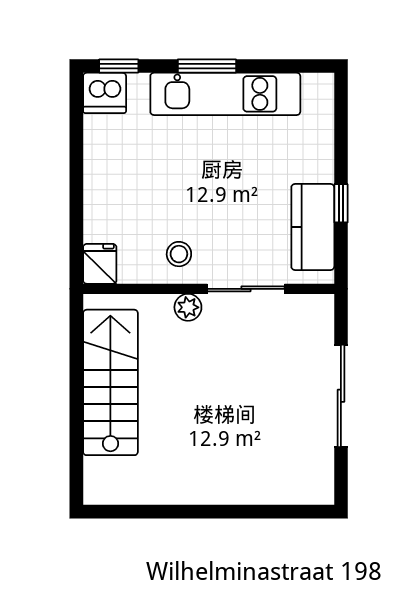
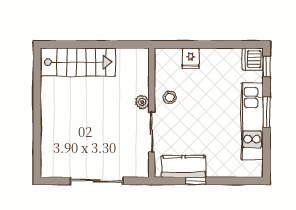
fridge: (100, 264) -> (191, 58), moved, turned 90
stairs: (110, 382) -> (78, 62), moved

